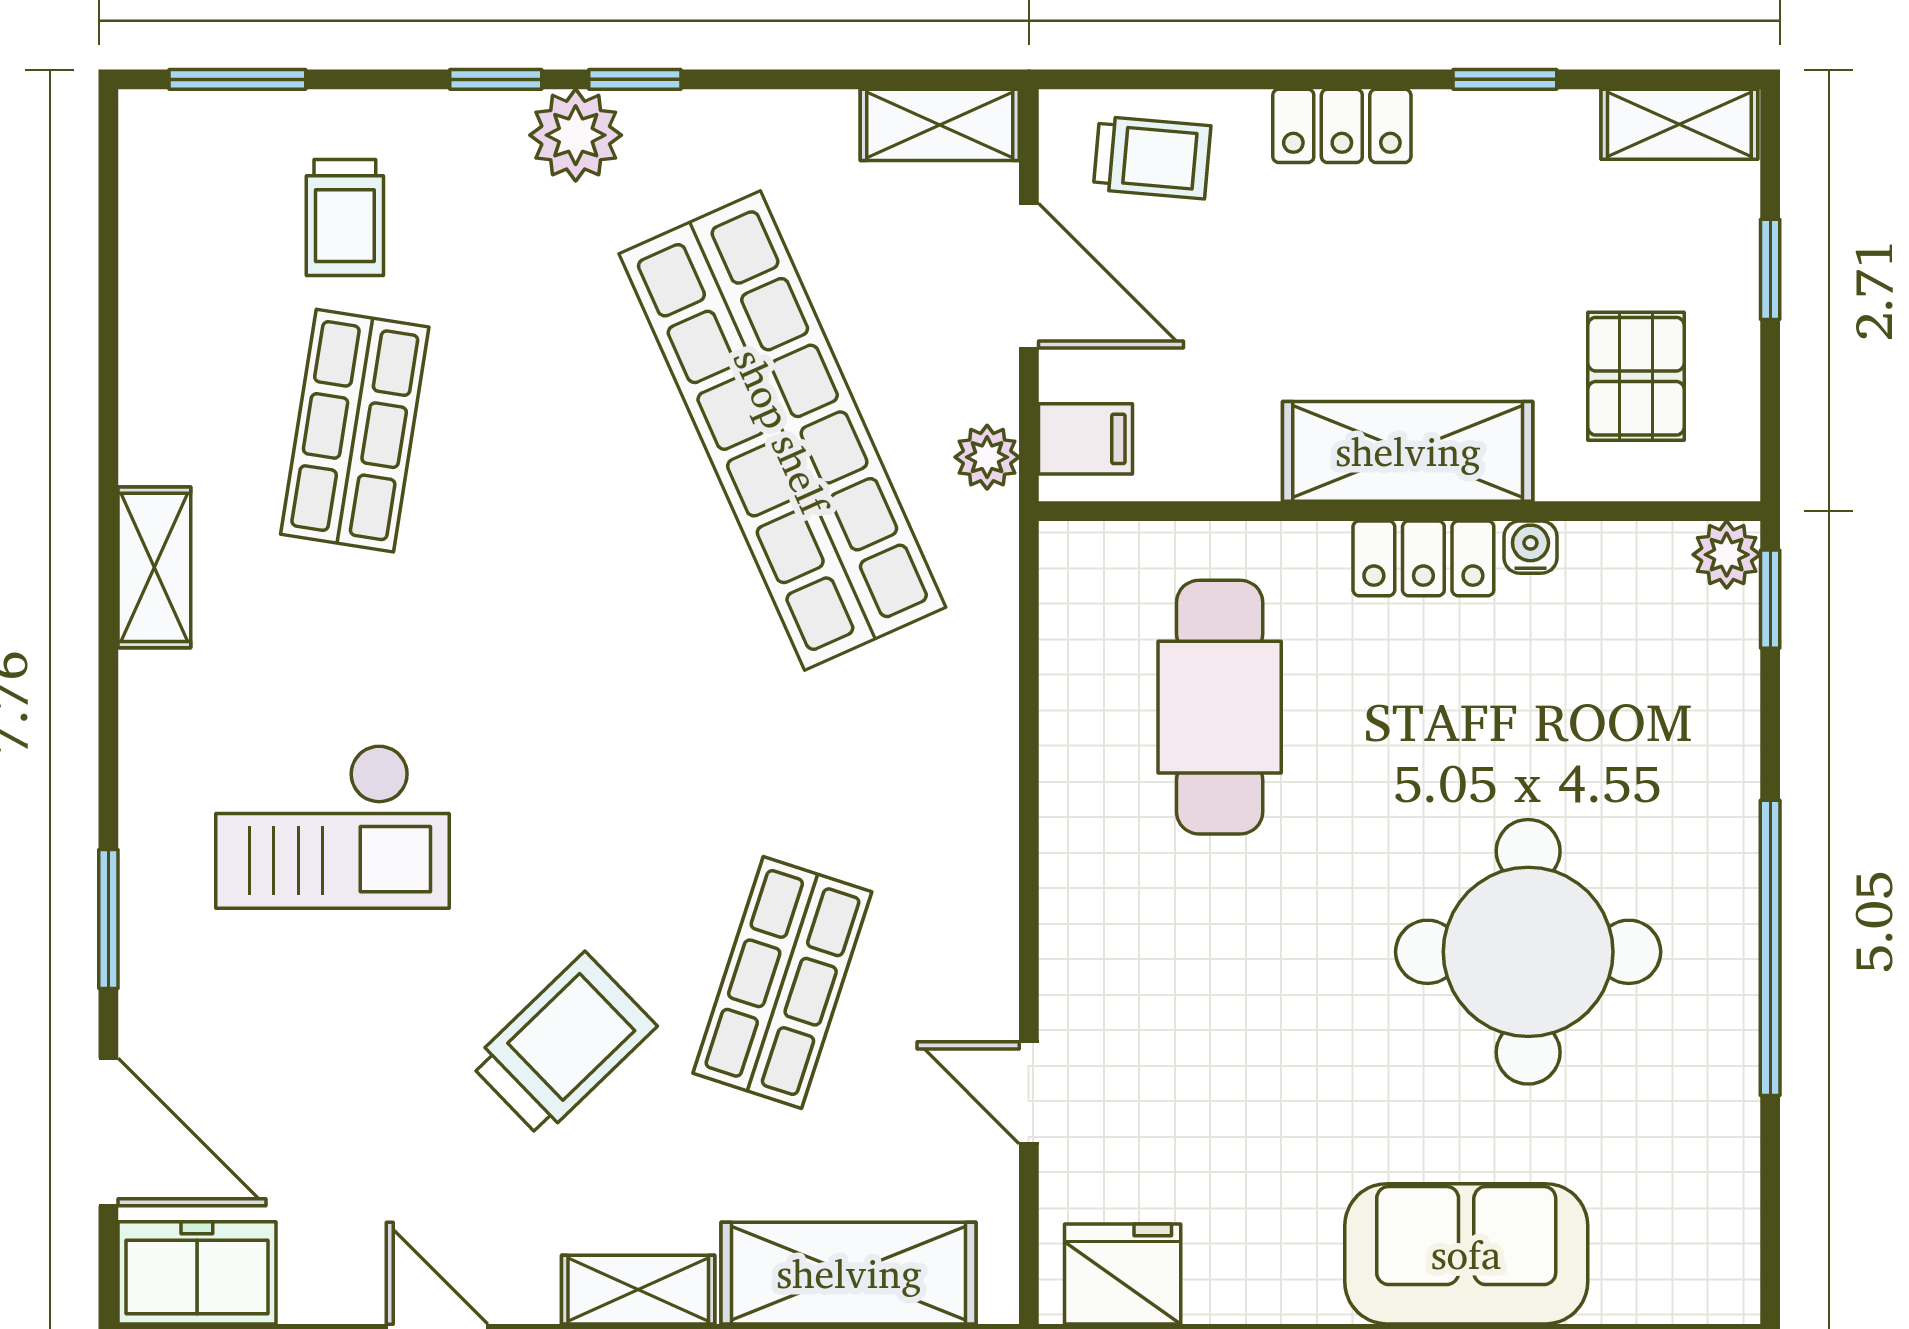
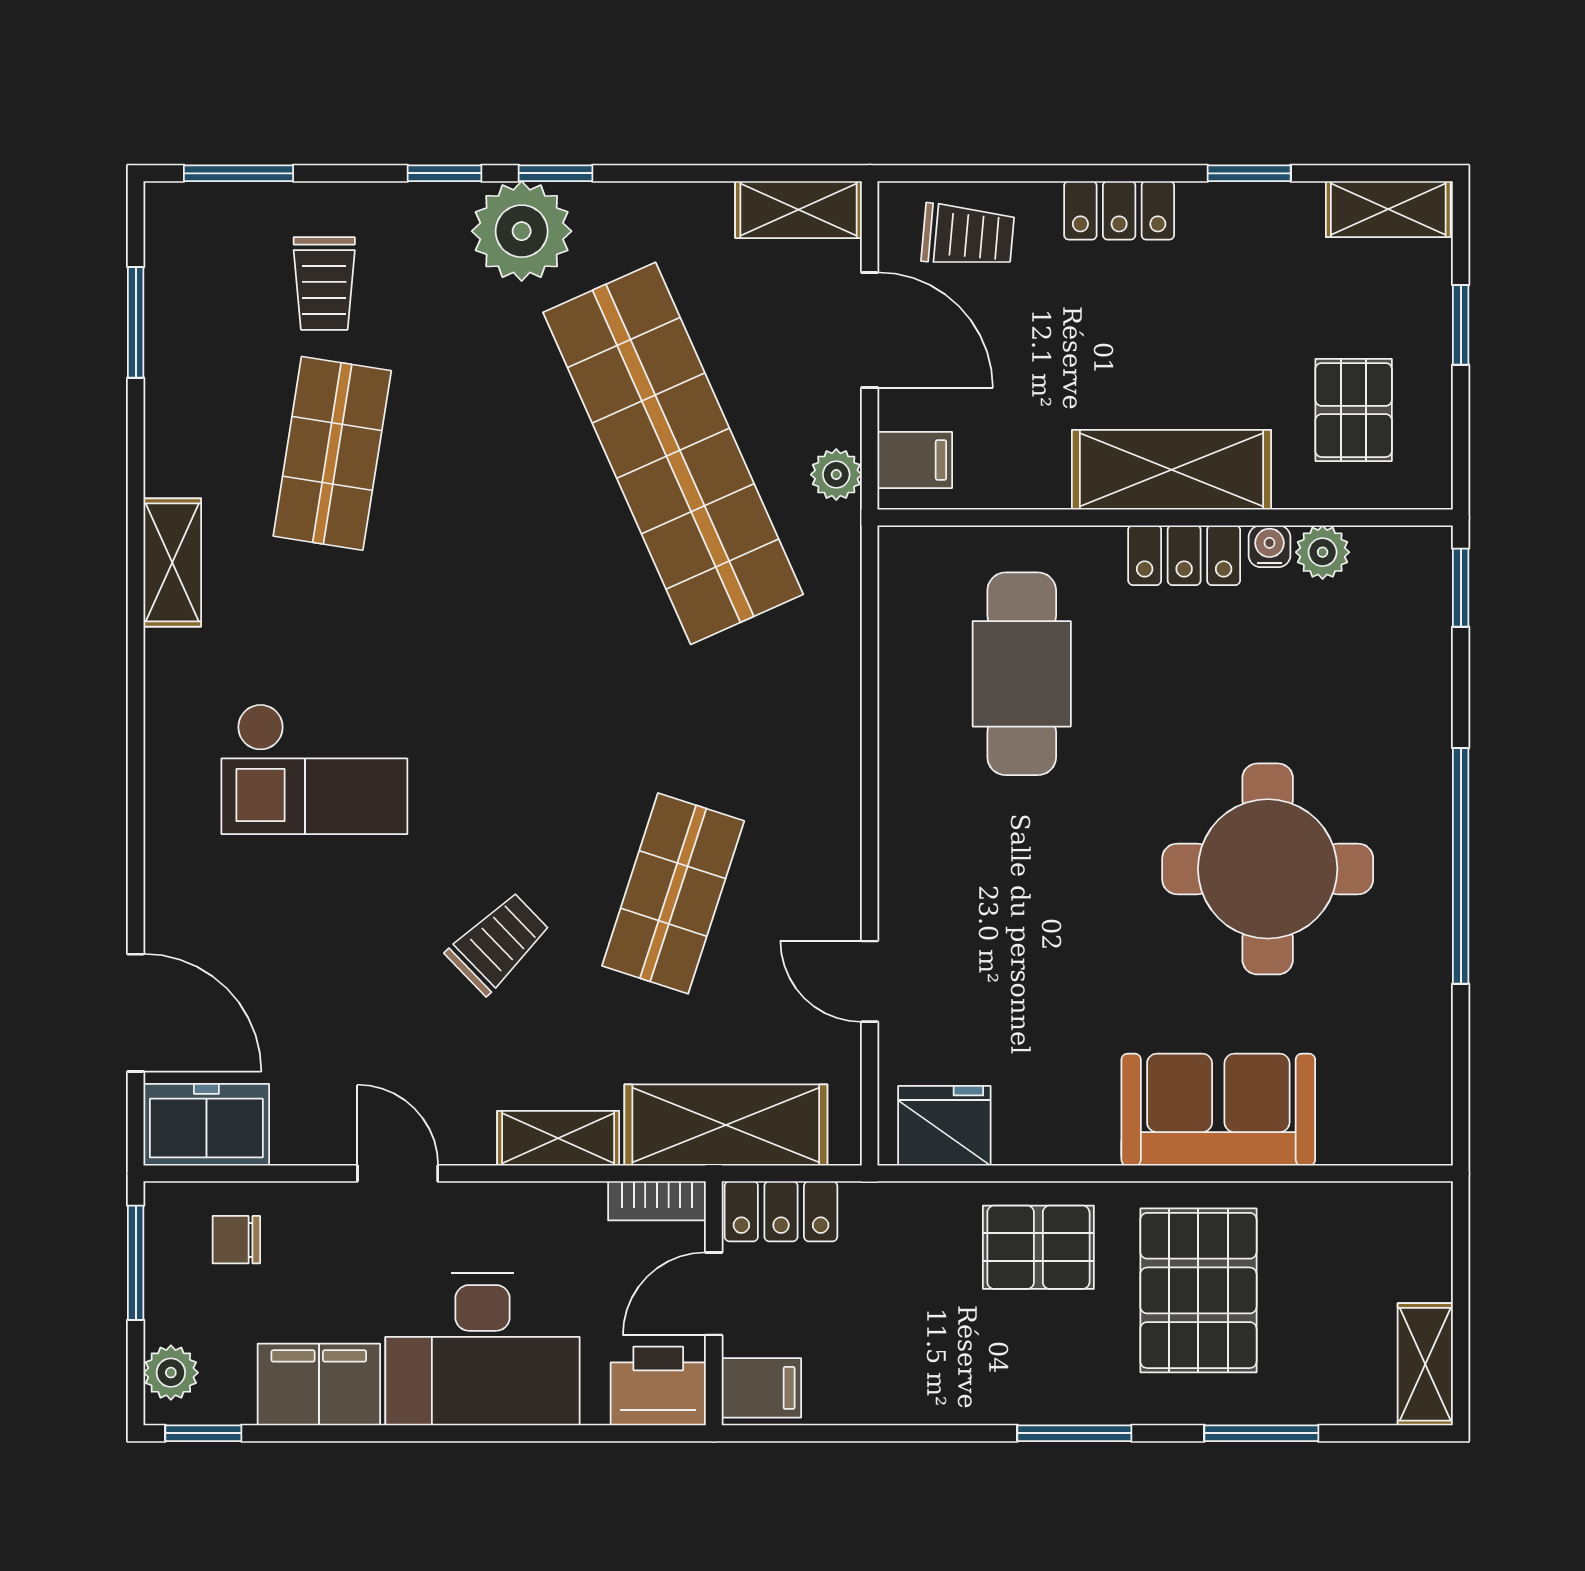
plant: (576, 135) -> (522, 231), width x1.36, depth x1.36
plant: (1727, 555) -> (1323, 552), moved
window: (108, 919) -> (136, 322), moved
trolley: (563, 1045) -> (498, 943), width x0.73, depth x0.72

